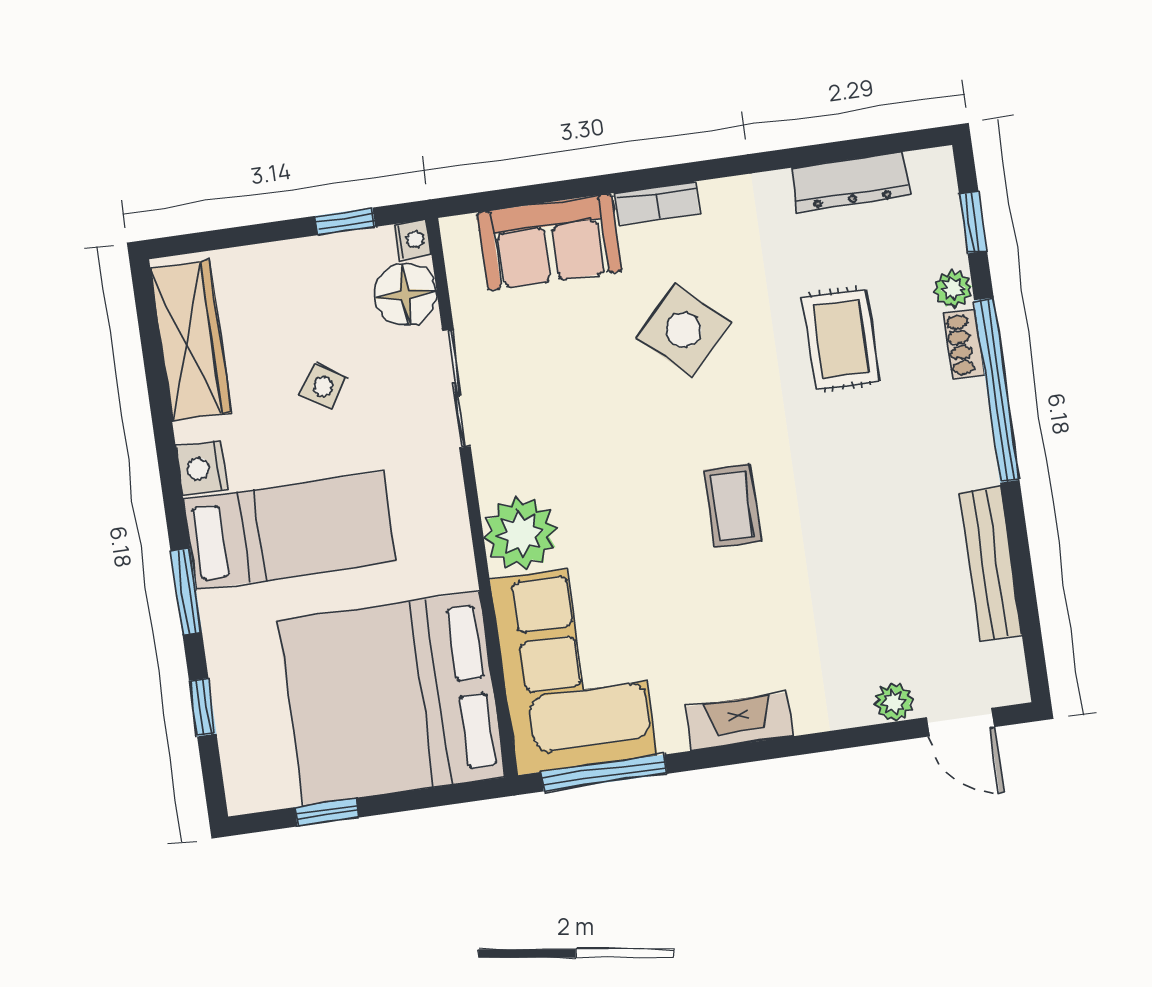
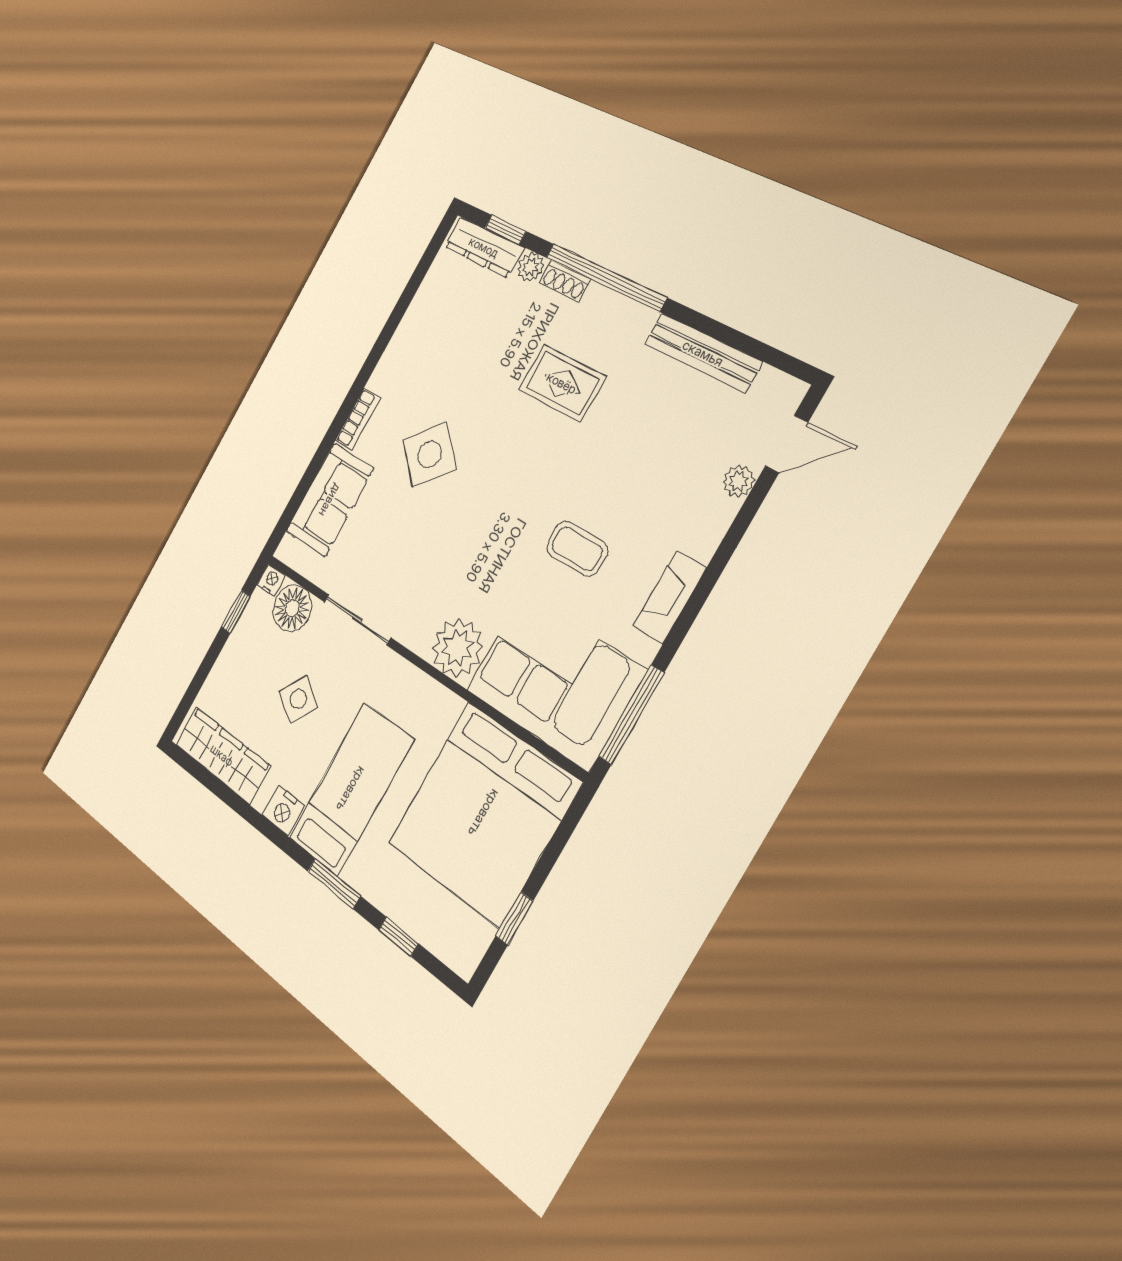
dresser: (850, 182) -> (484, 247), moved, turned 90
rug: (841, 339) -> (562, 383), moved
side table: (323, 386) -> (298, 699), width x1.37, depth x1.37
coffee table: (732, 506) -> (577, 549), moved

